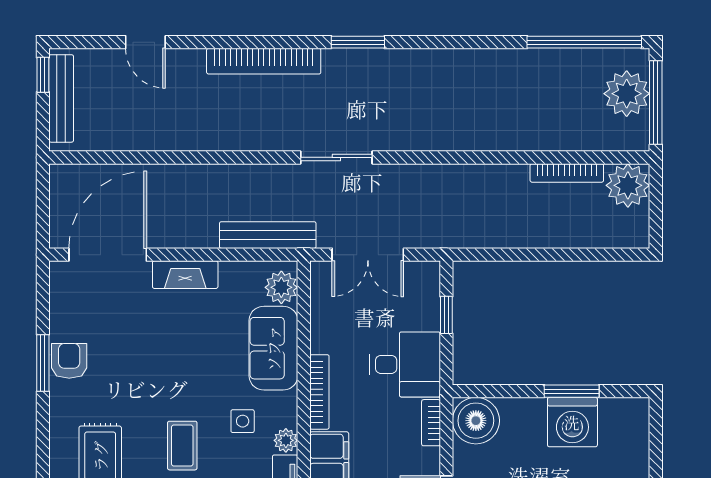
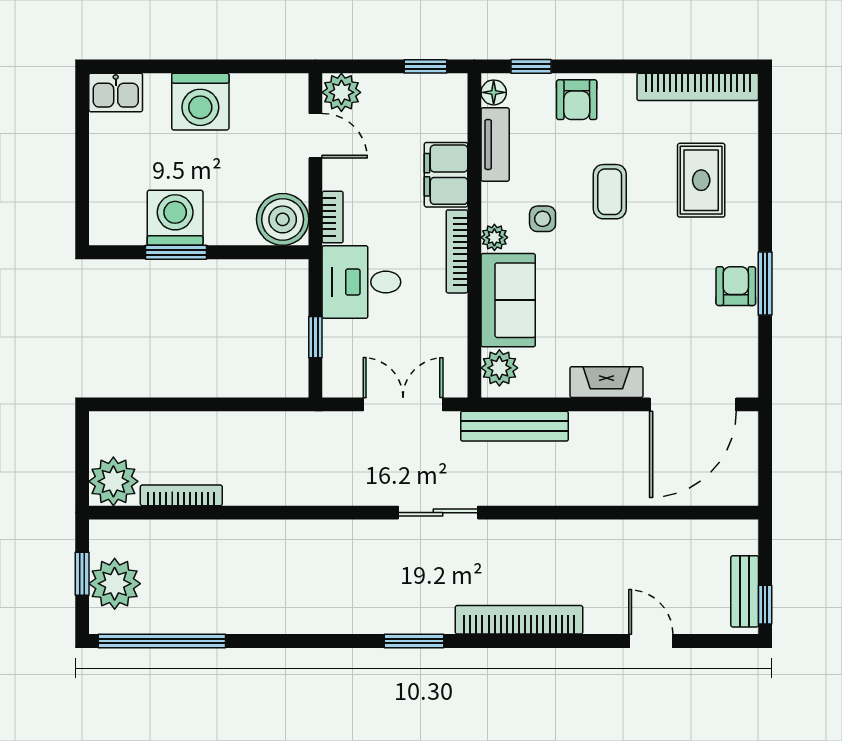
bench: (61, 98) -> (745, 591), width x0.73
window: (656, 103) -> (82, 574), width x0.46
armchair: (69, 361) -> (736, 286), turned 180
plant: (286, 440) -> (494, 237), moved

